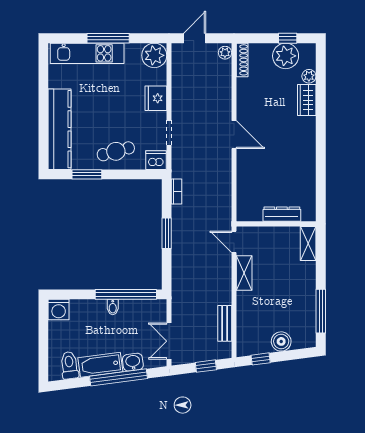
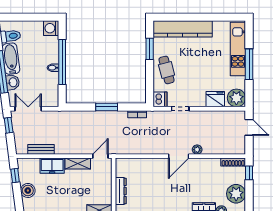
window: (288, 38) -> (249, 173), moved
plant: (225, 53) -> (197, 150), moved
fridge: (156, 98) -> (215, 99), moved
window: (126, 294) -> (62, 62), moved
freezer: (247, 308) -> (52, 166), added
window: (206, 366) -> (9, 125), moved

